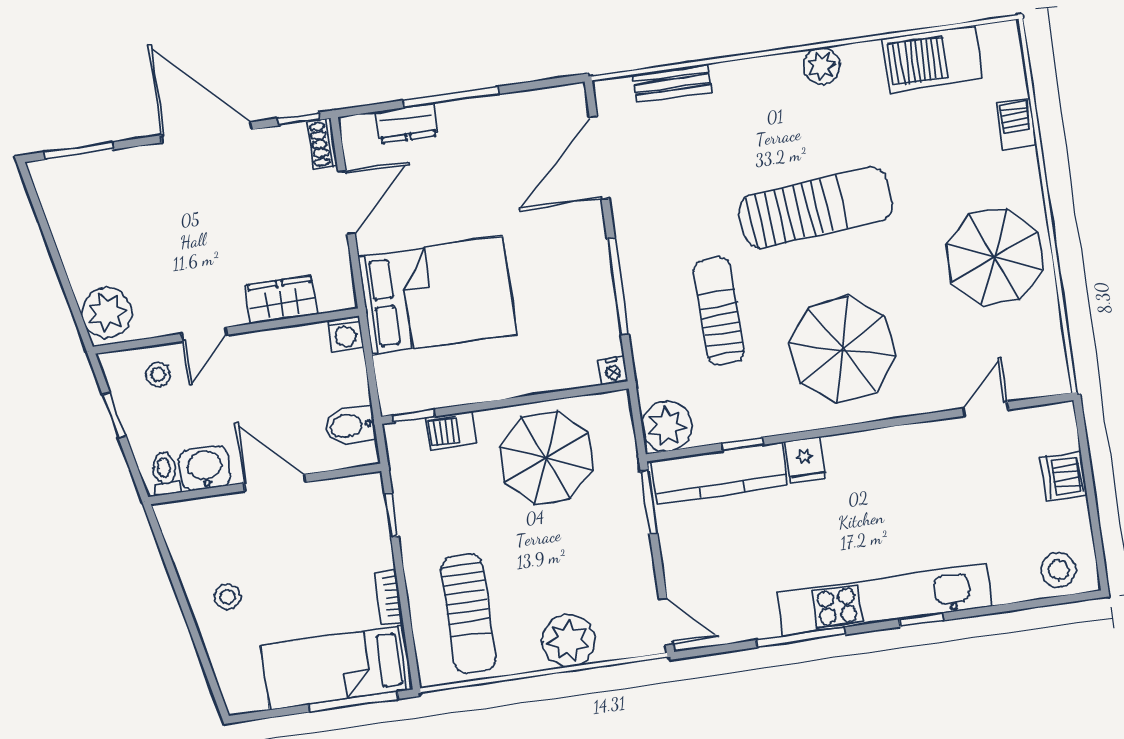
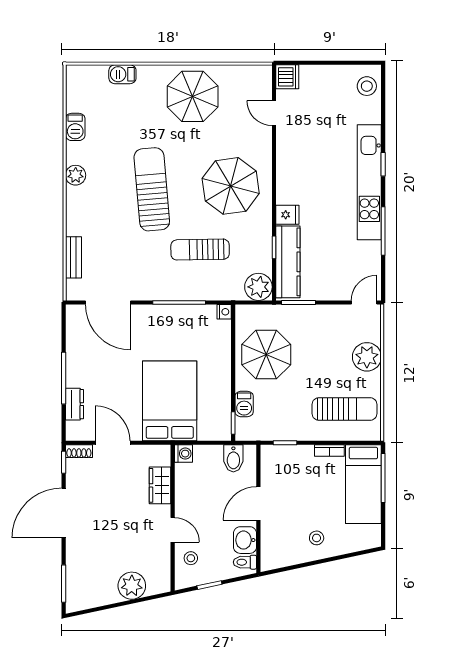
barbecue: (932, 59) -> (75, 127), width x0.53, depth x0.65
plant: (107, 313) -> (132, 586), moved
dishwasher: (1064, 476) -> (287, 77), moved, turned -90

